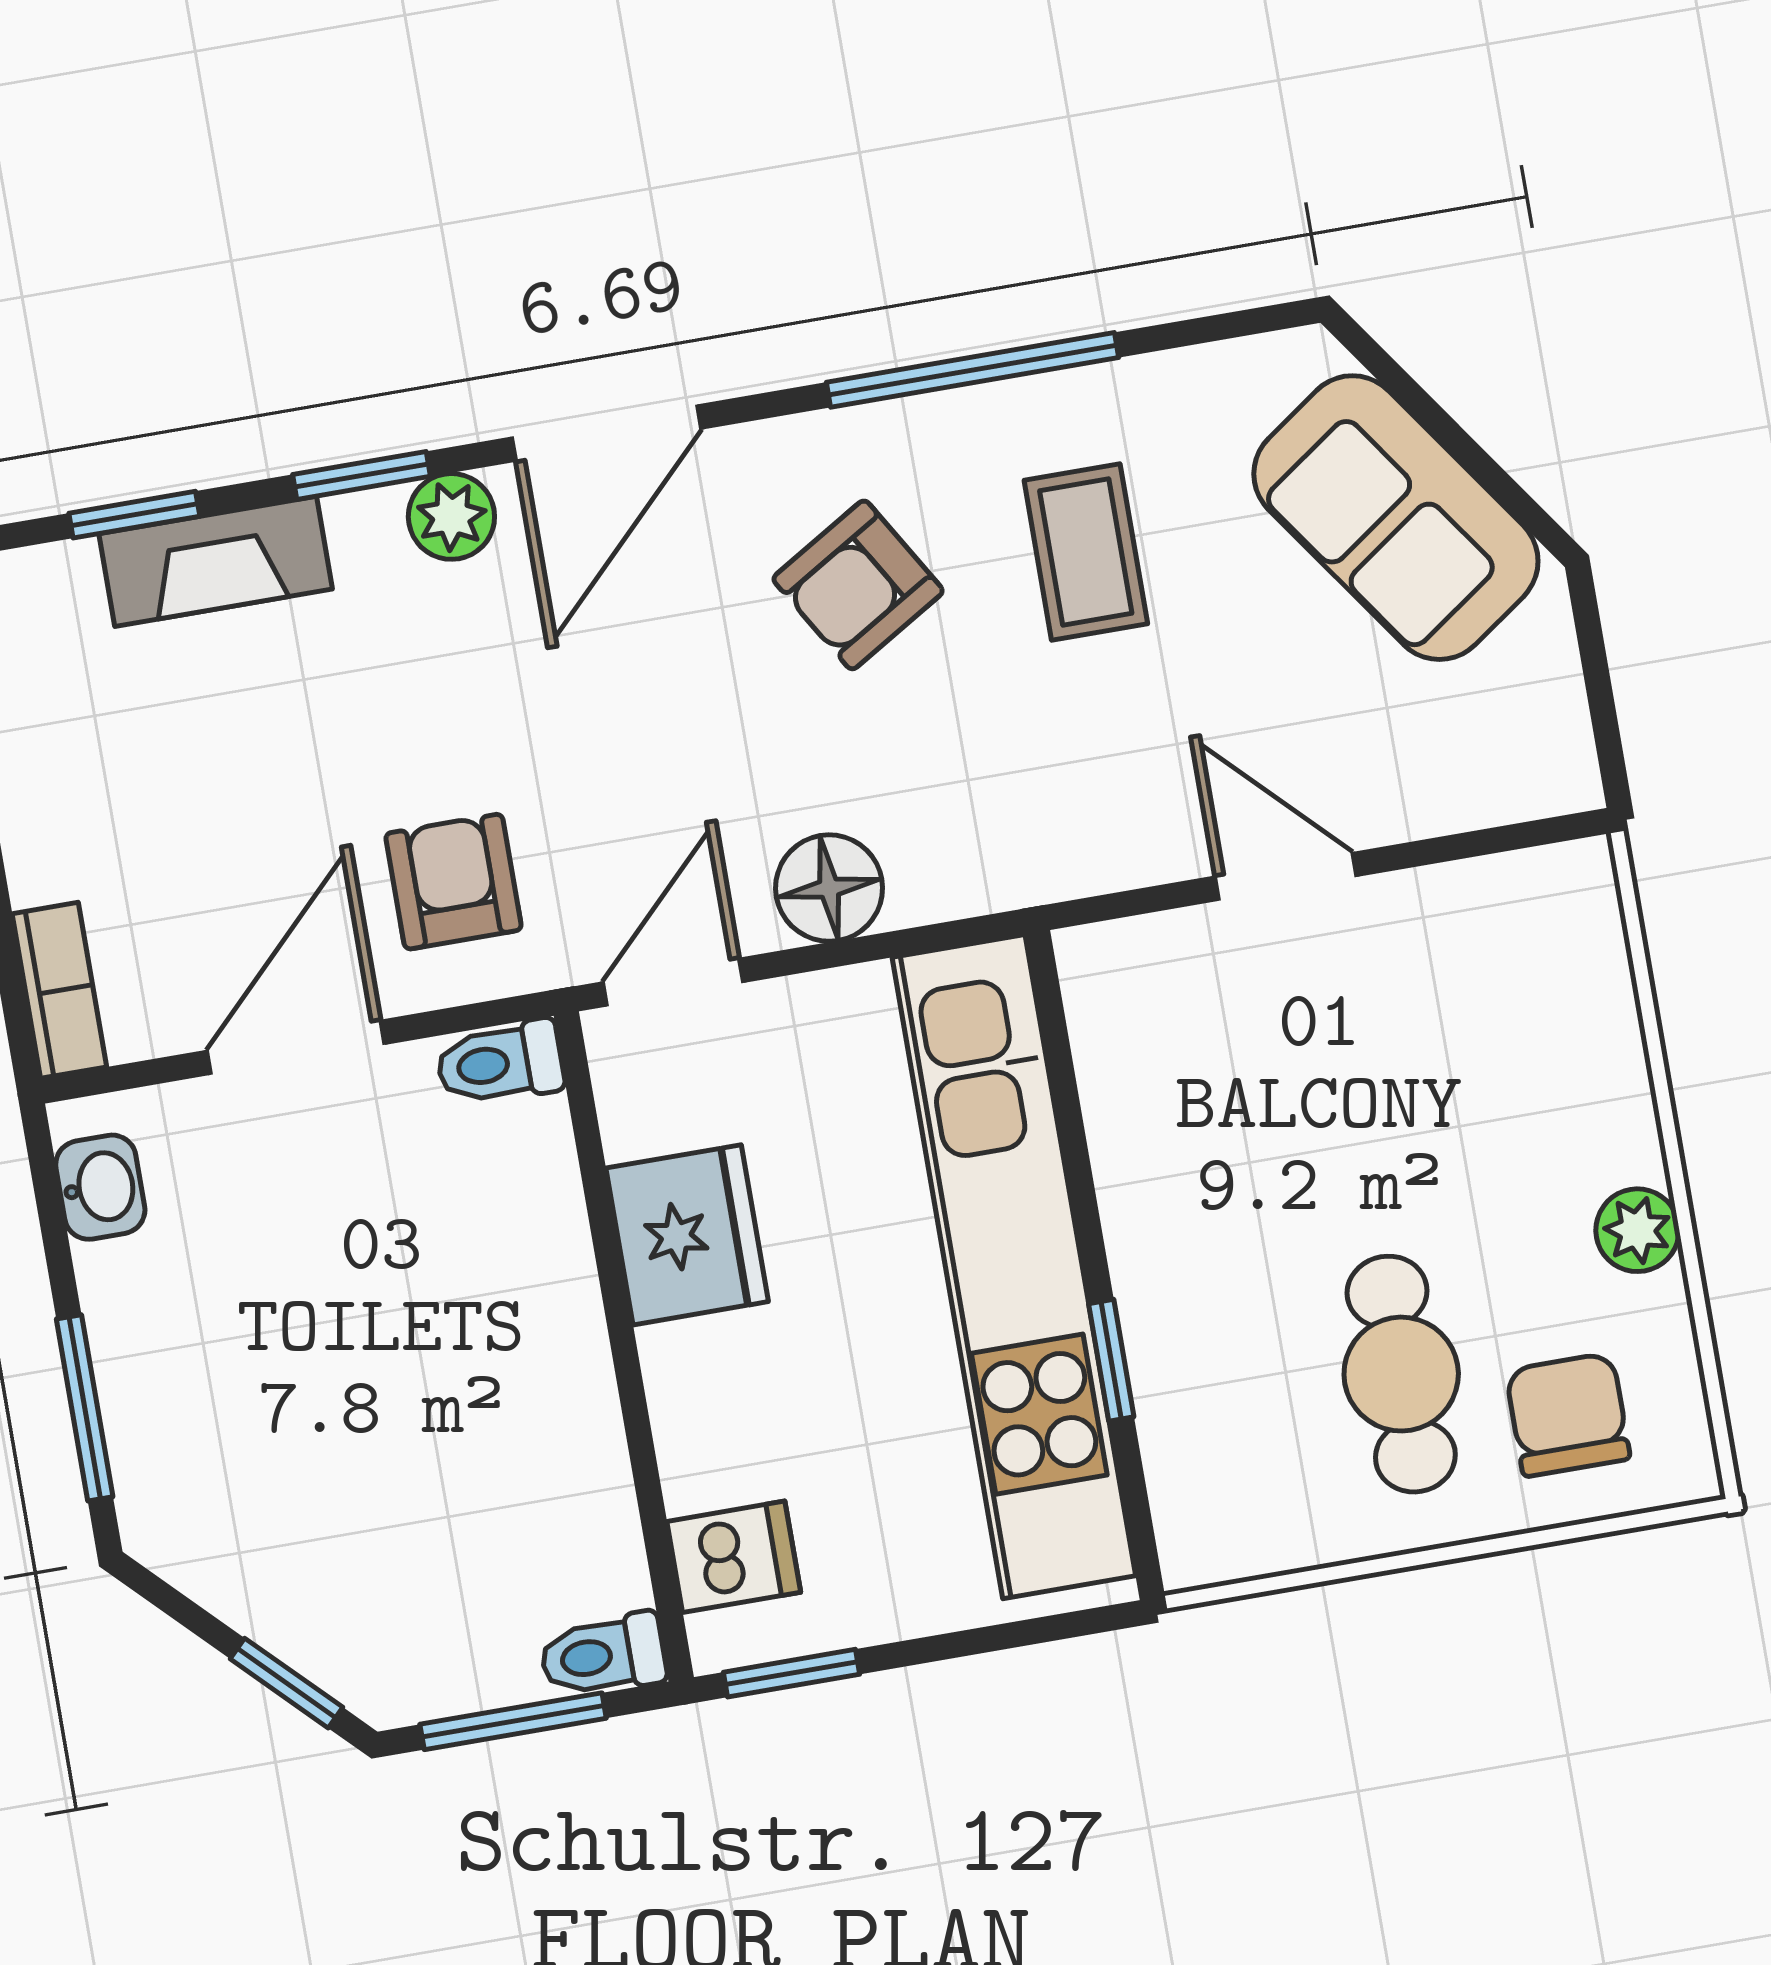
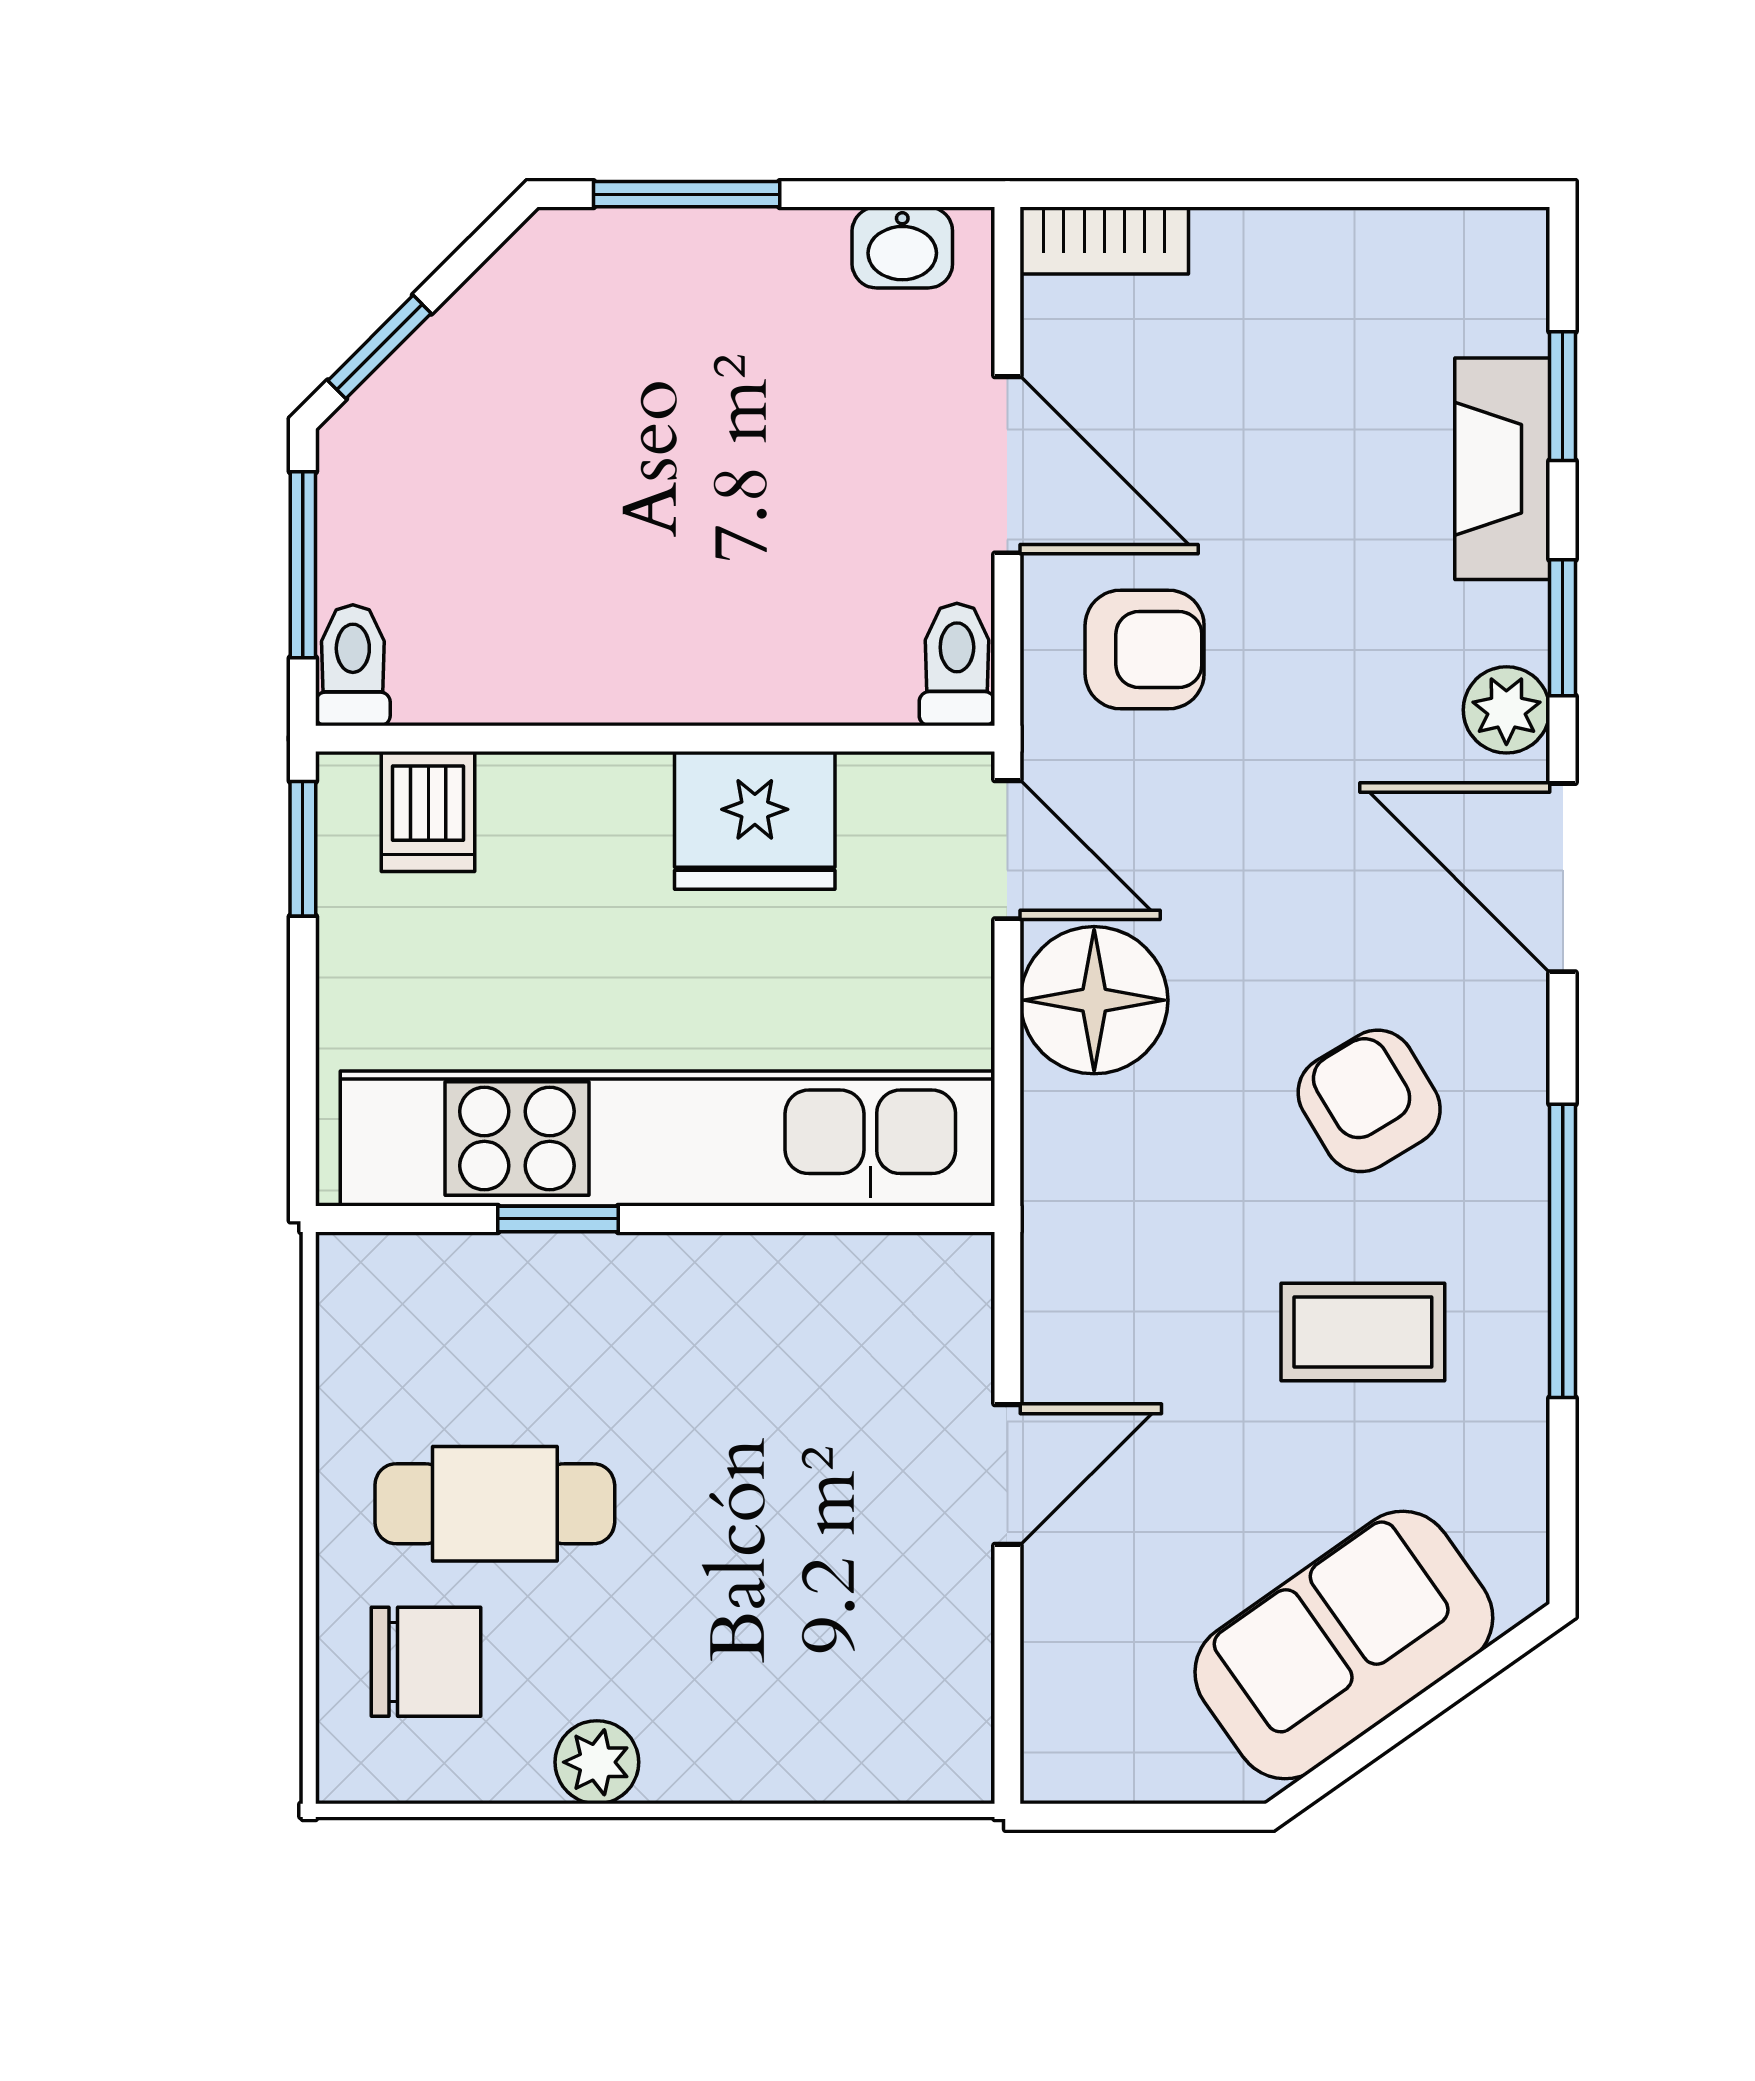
floor lamp: (829, 888) -> (1094, 1000), width x1.38, depth x1.38

